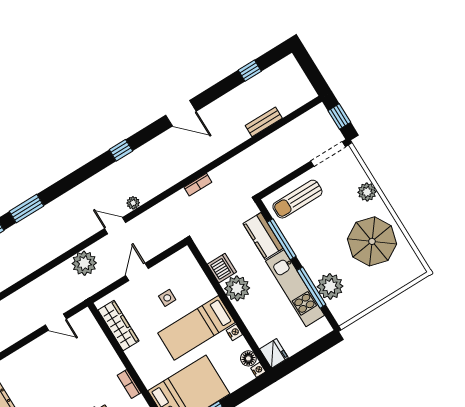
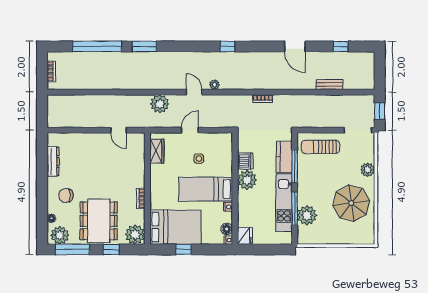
door: (181, 113) -> (295, 46), moved
wardrobe: (118, 326) -> (157, 151), width x0.67

